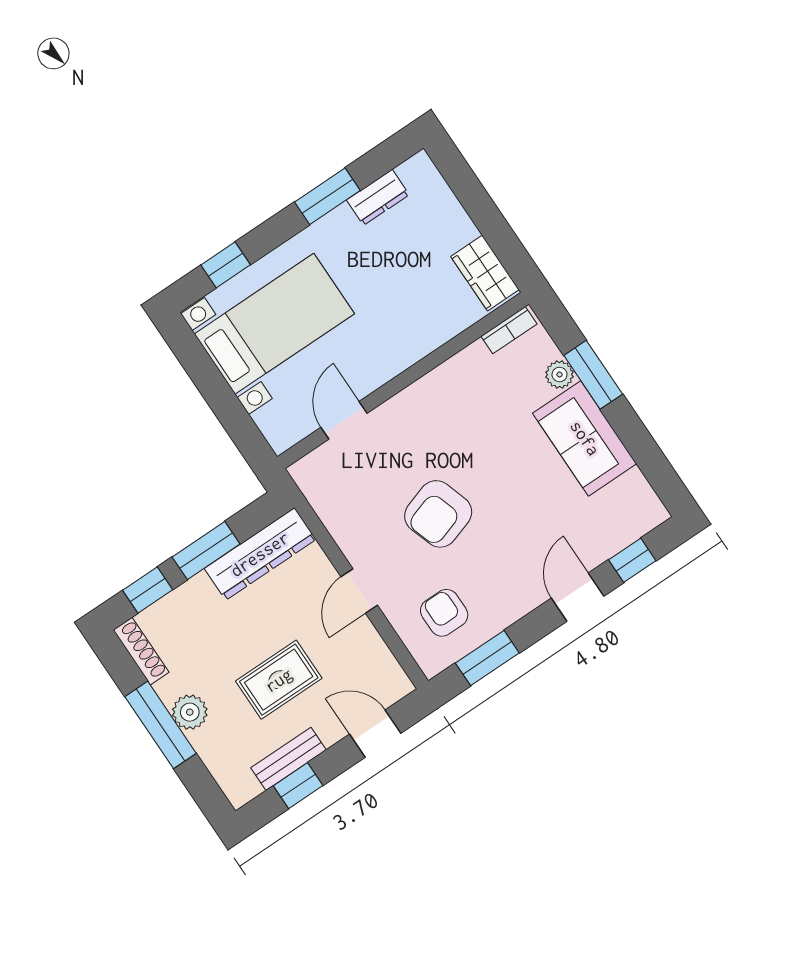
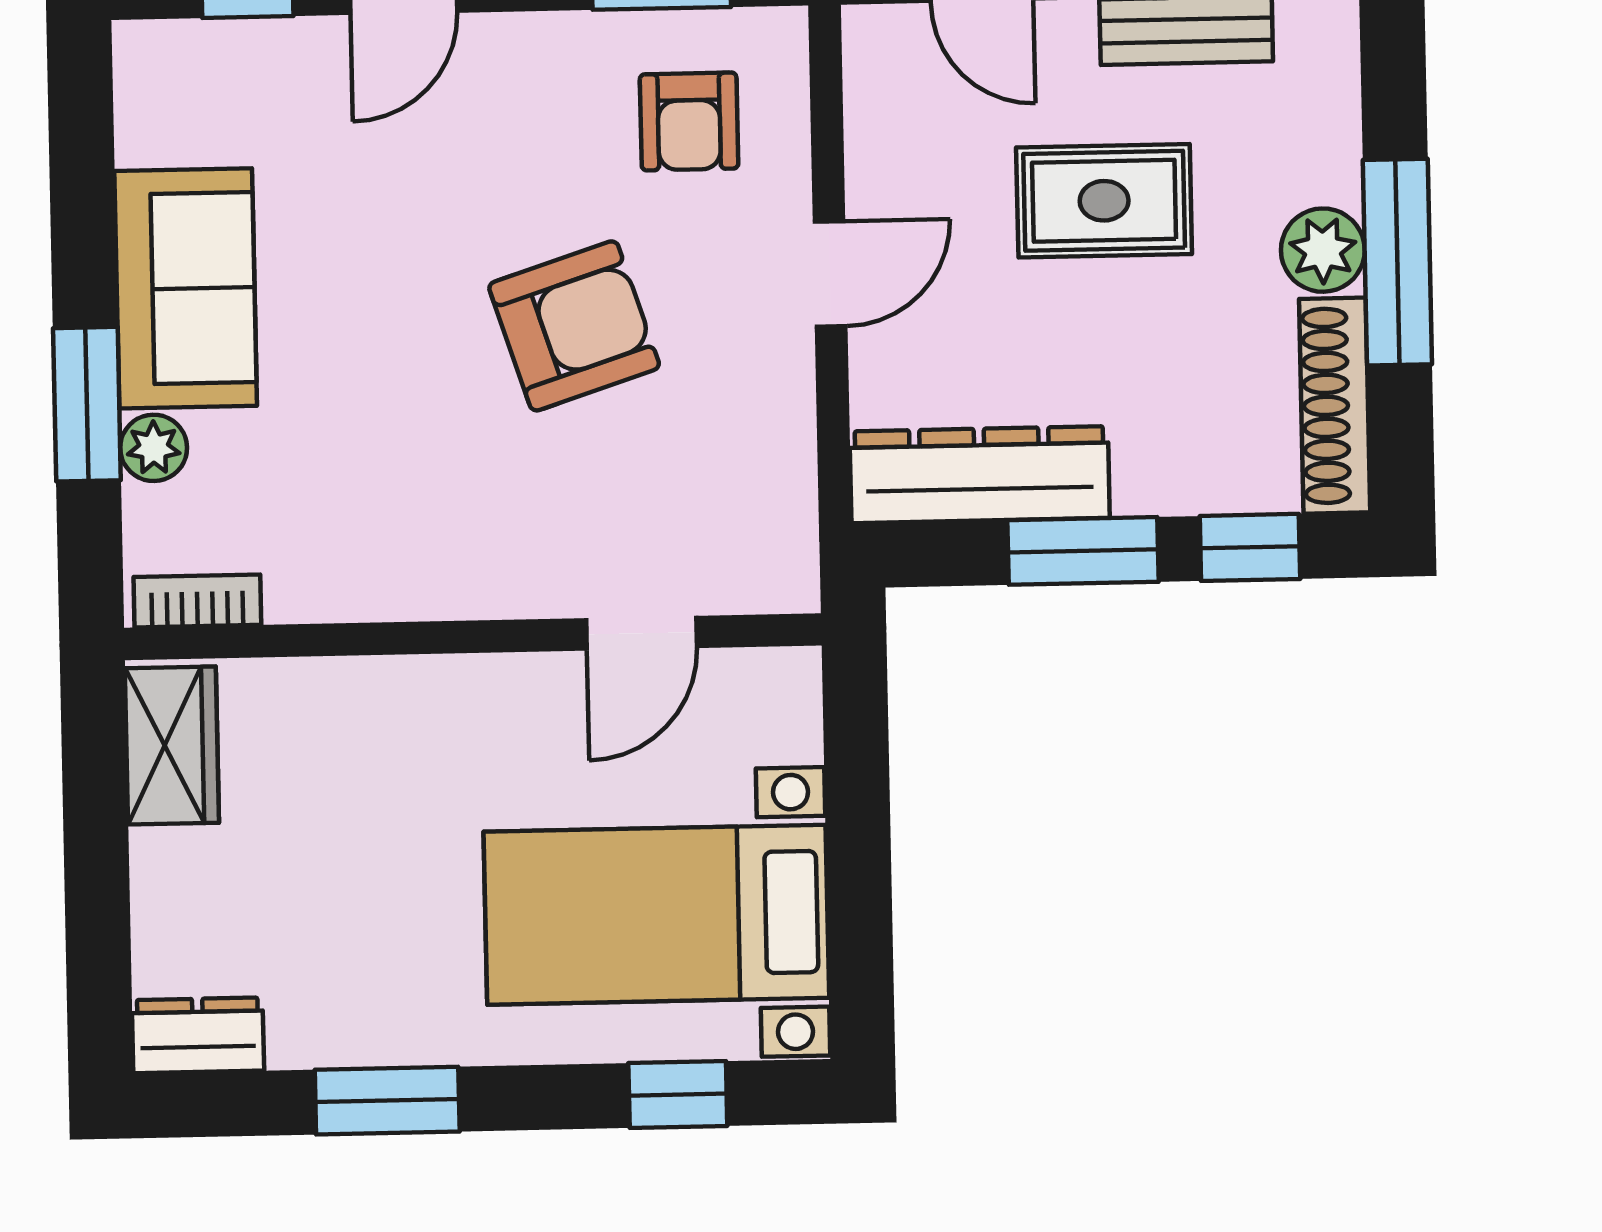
dresser: (378, 197) -> (198, 1035), moved
shoe rack: (141, 651) -> (1335, 406), width x1.36, depth x1.24

